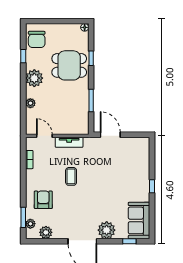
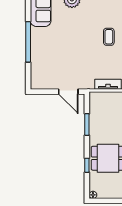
coffee table: (71, 176) -> (109, 37), moved
window: (152, 186) -> (28, 42), width x3.17

